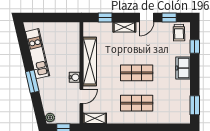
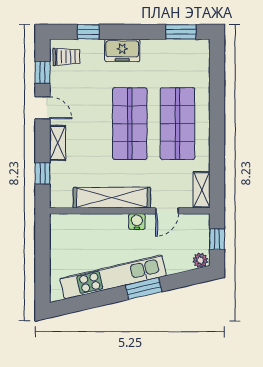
kitchen unit: (37, 54) -> (113, 277), width x1.36
shop shelf: (137, 73) -> (130, 124), width x1.43, depth x1.36
door: (81, 96) -> (167, 211), swing flipped
shop shelf: (137, 103) -> (178, 124), width x1.43, depth x1.36

